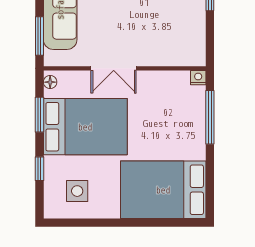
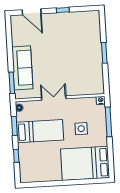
double door: (114, 68) -> (54, 98), swing flipped
bed: (85, 127) -> (40, 131), width x0.67
side table: (77, 191) -> (81, 129), moved

